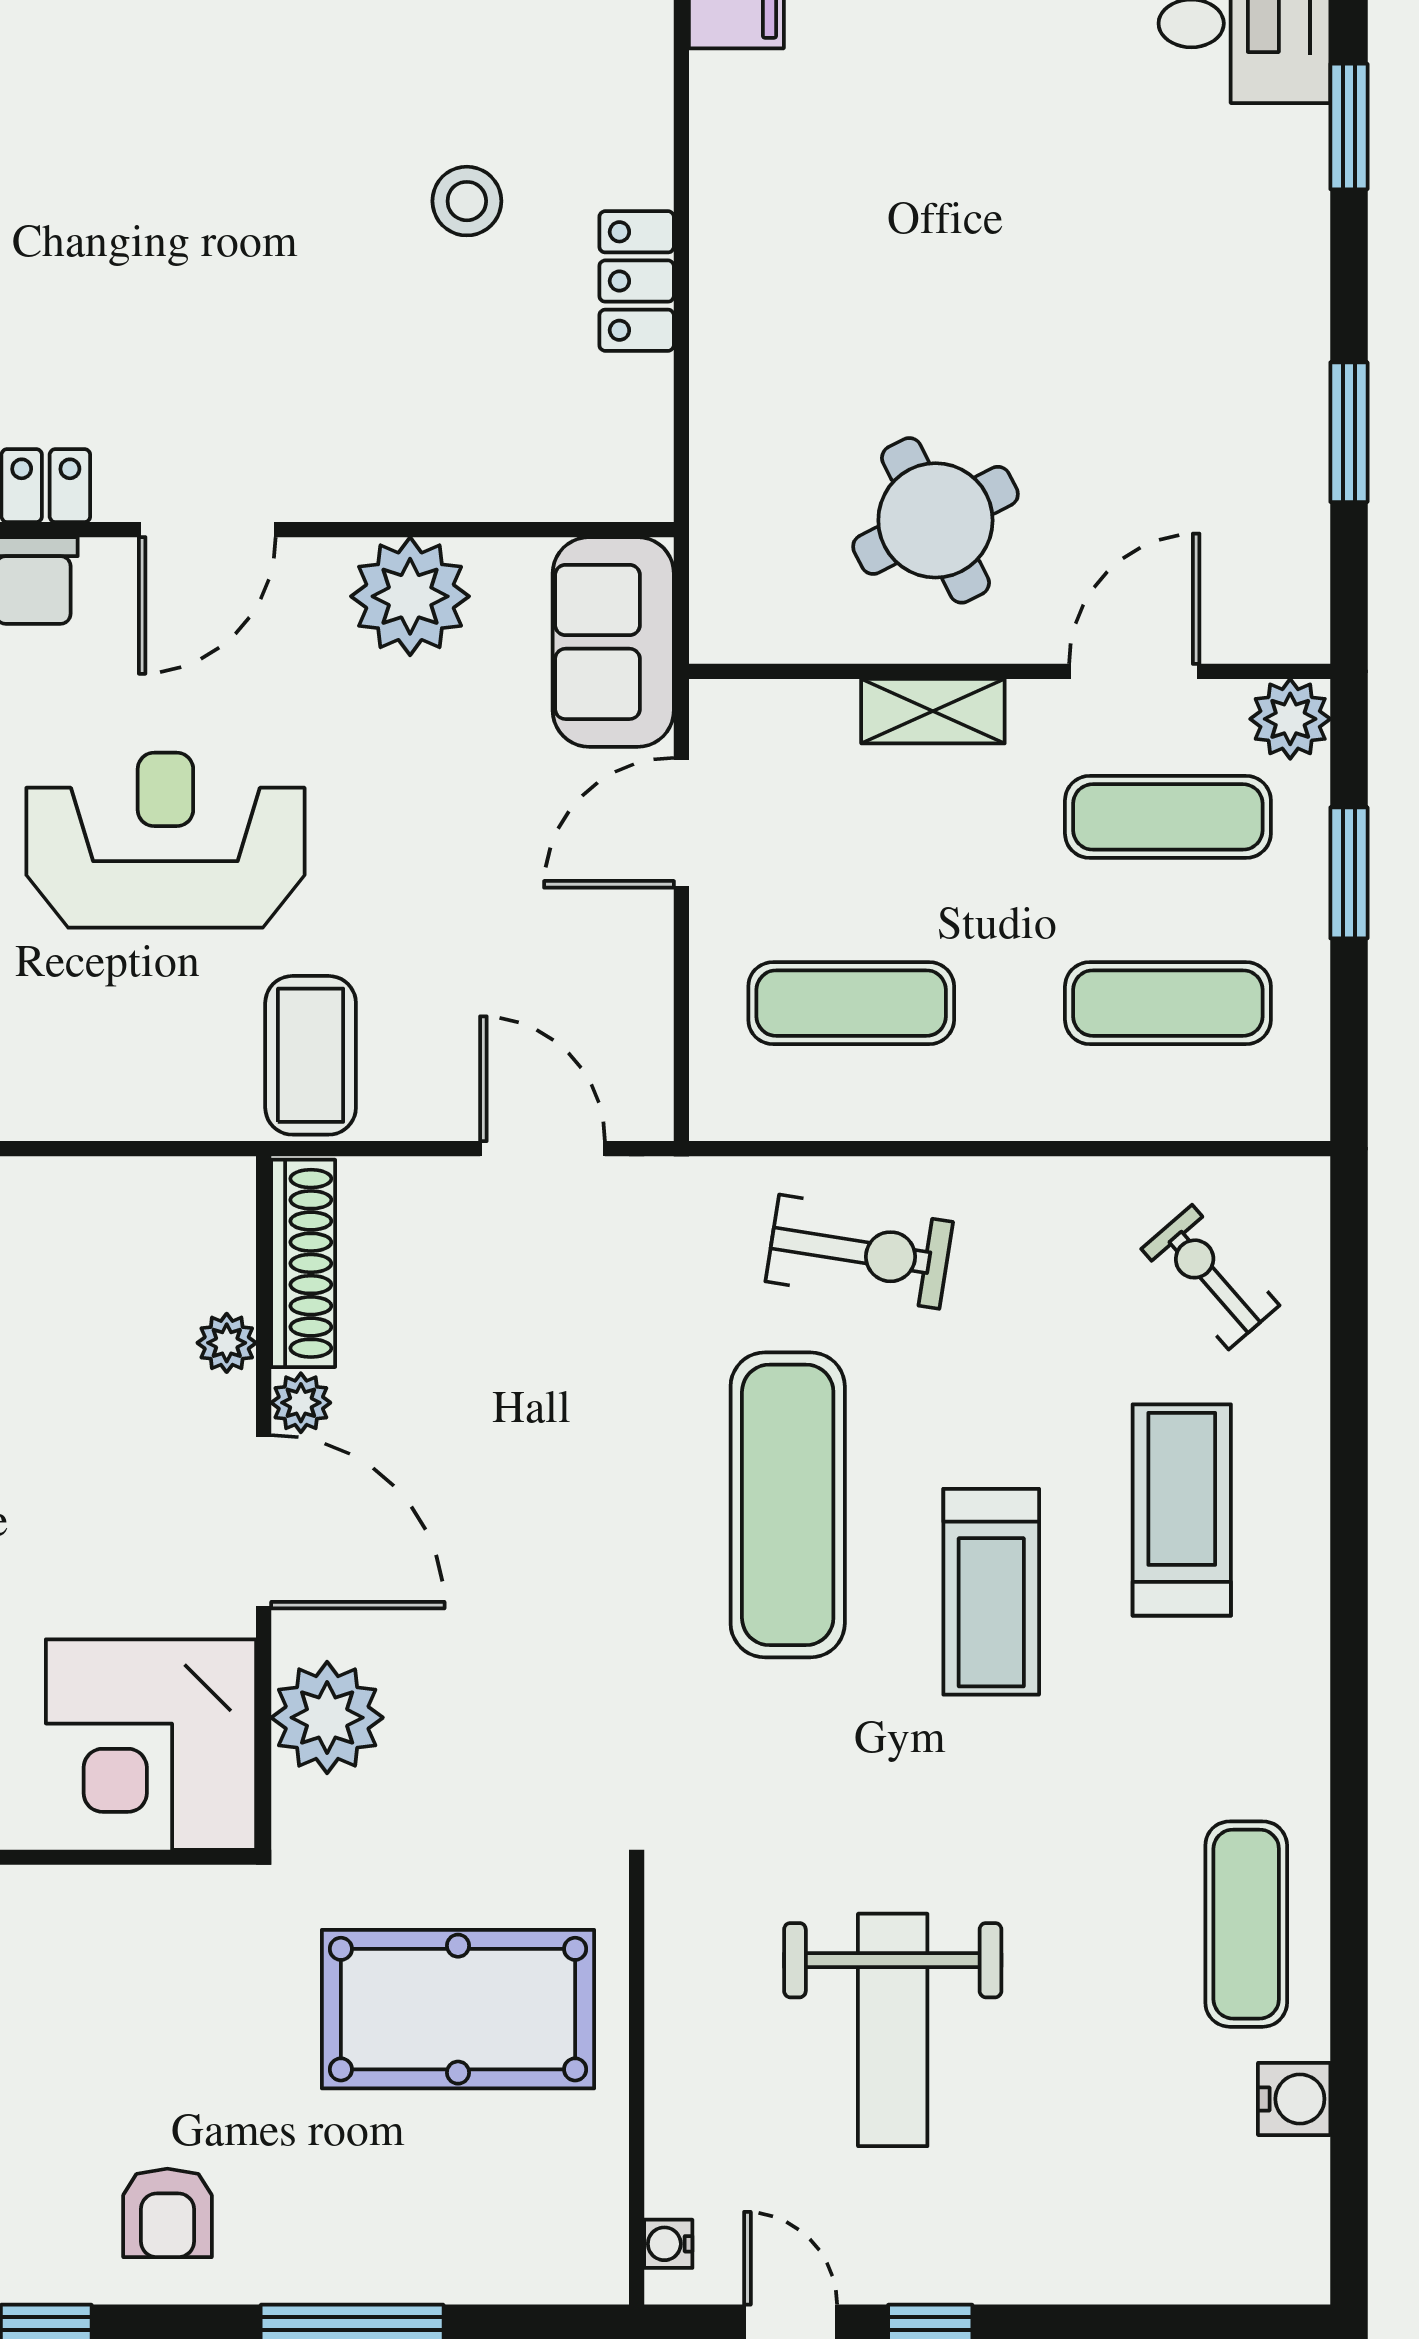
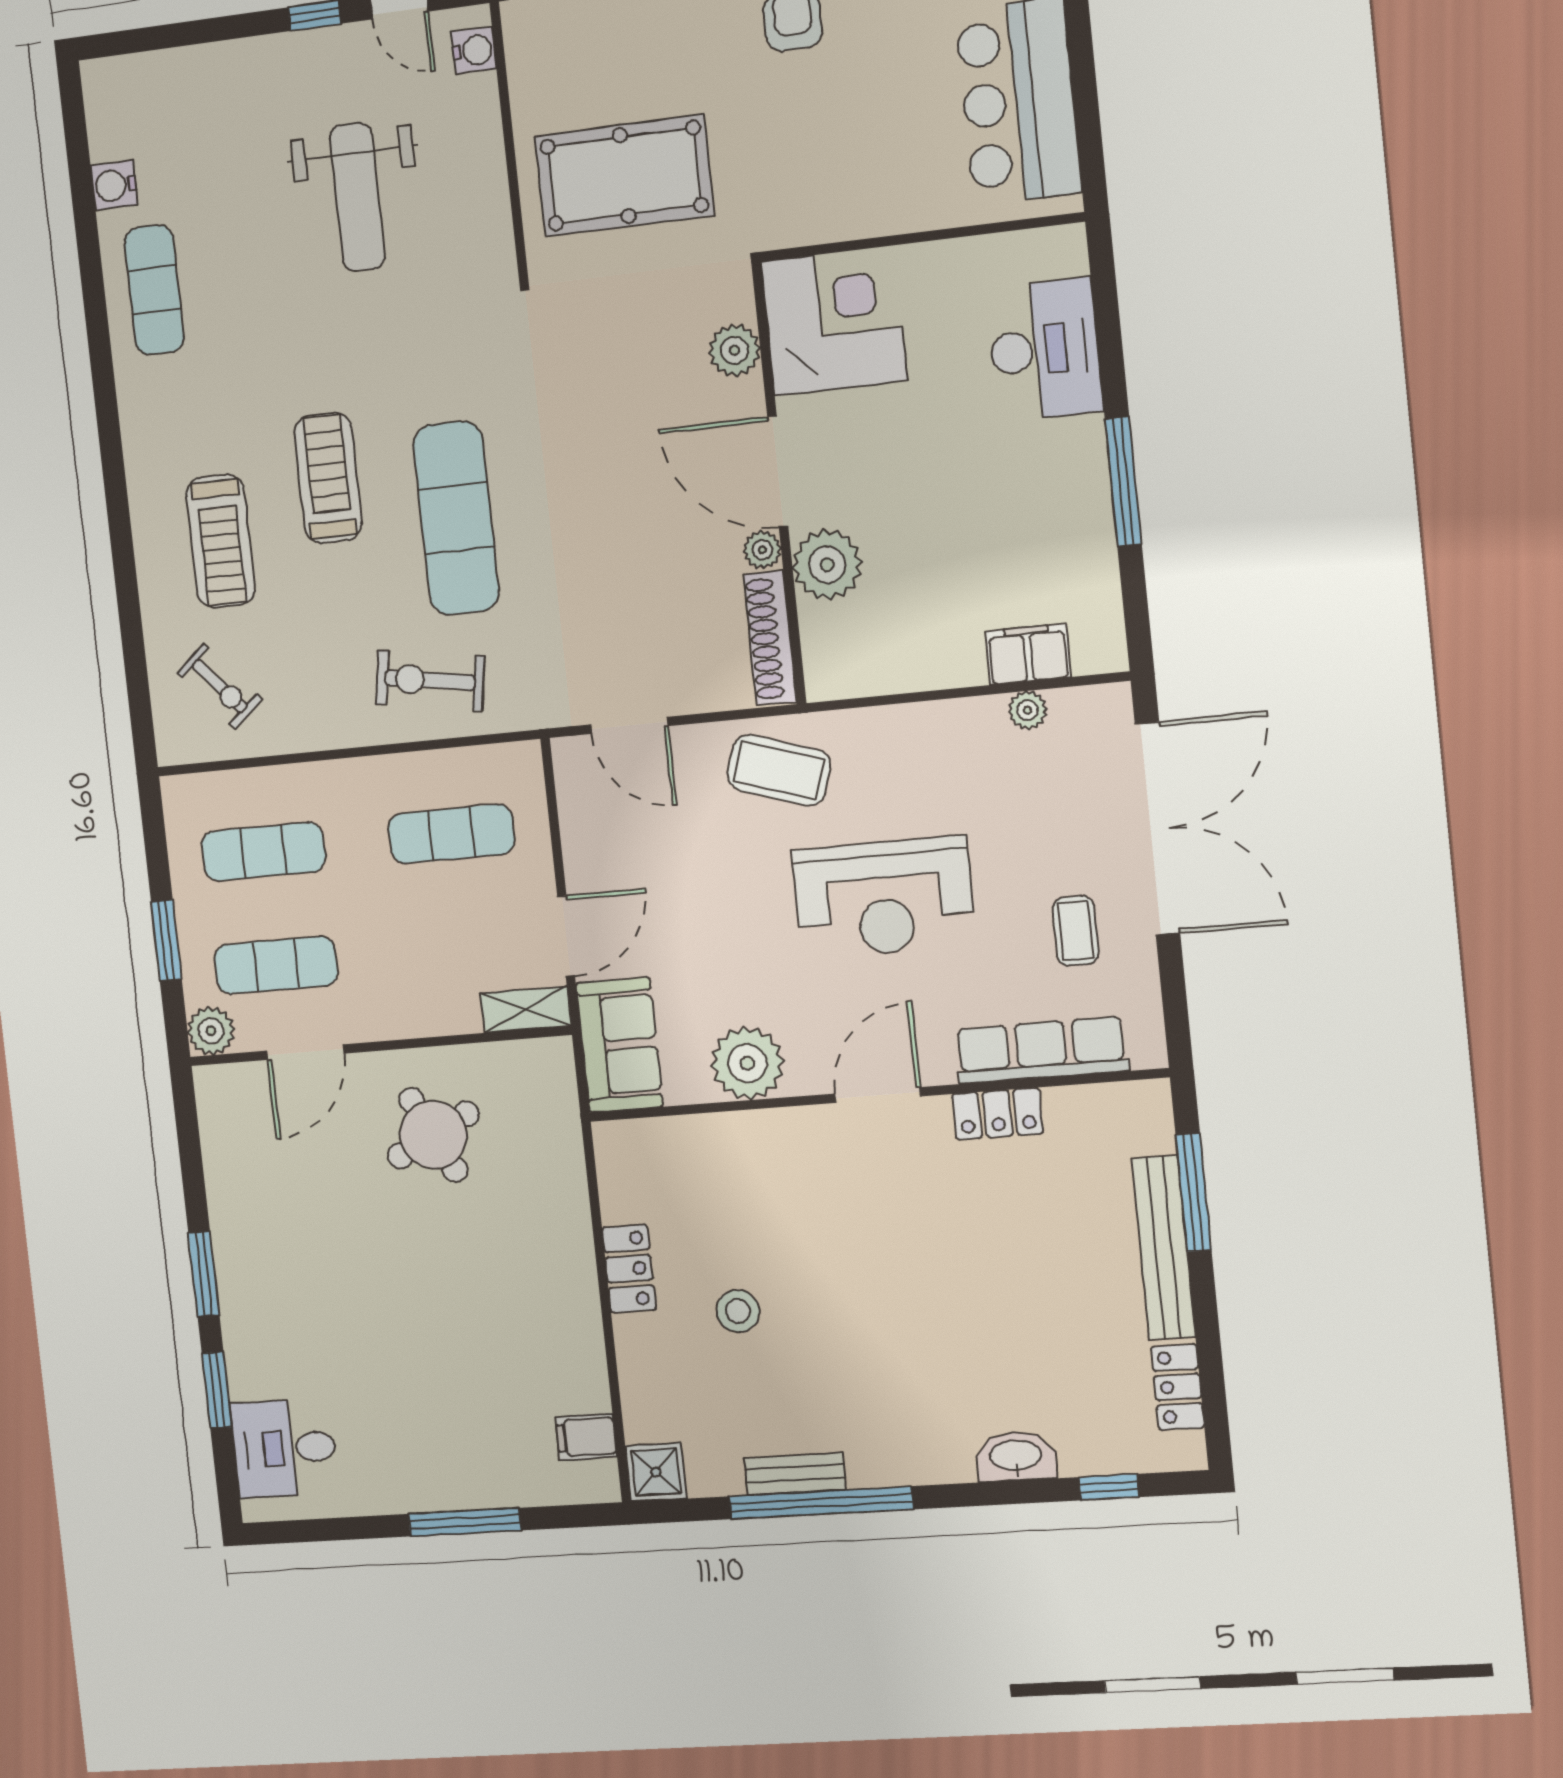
window: (1349, 432) -> (204, 1274), moved
shelving: (933, 711) -> (526, 1009), moved
coffee table: (311, 1055) -> (779, 770), turned -72
plant: (227, 1343) -> (827, 565), width x1.88, depth x1.88
plant: (327, 1718) -> (734, 350), width x0.73, depth x0.73
weight bench: (893, 2030) -> (357, 197), turned 180
water cooler: (668, 2244) -> (474, 50), width x1.38, depth x1.38

